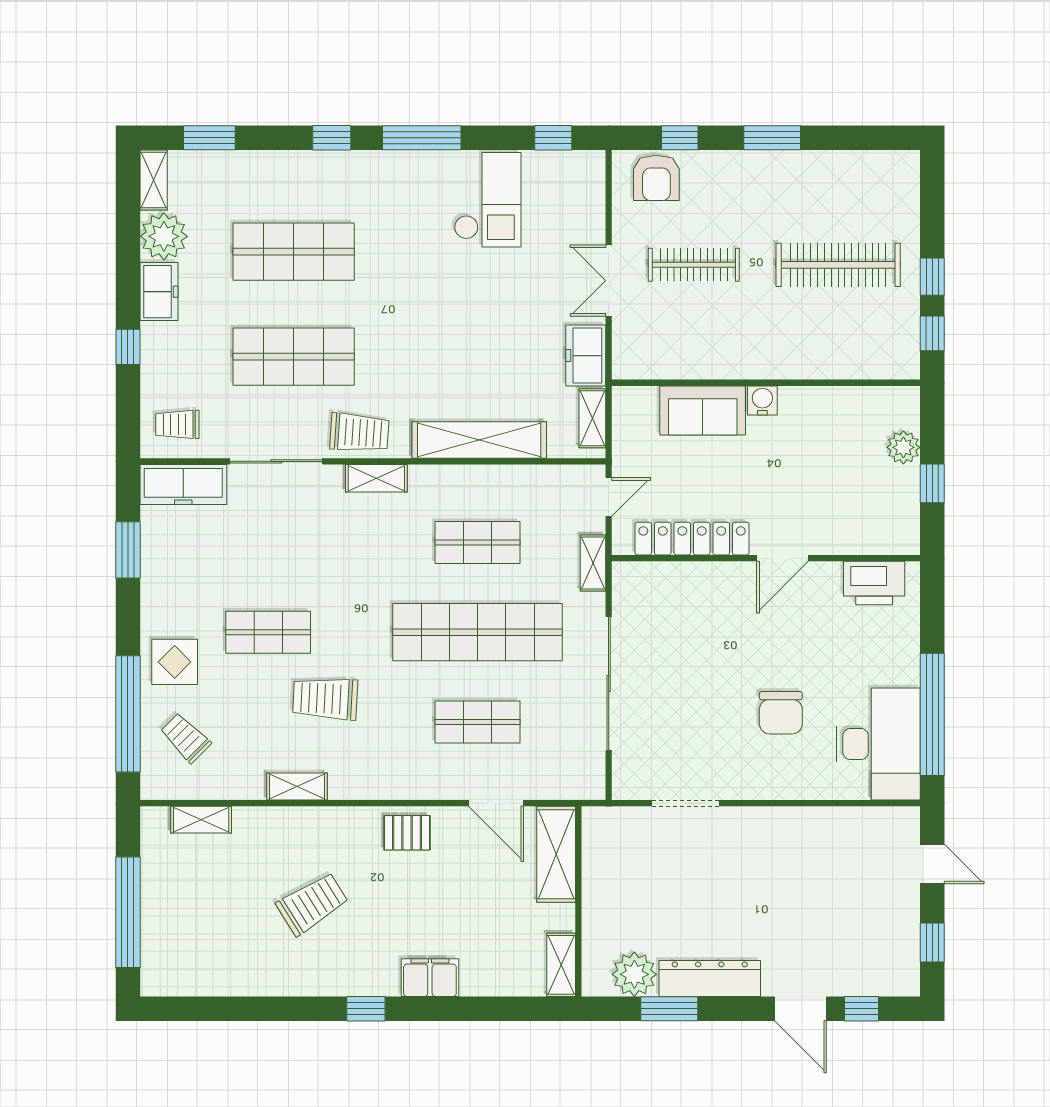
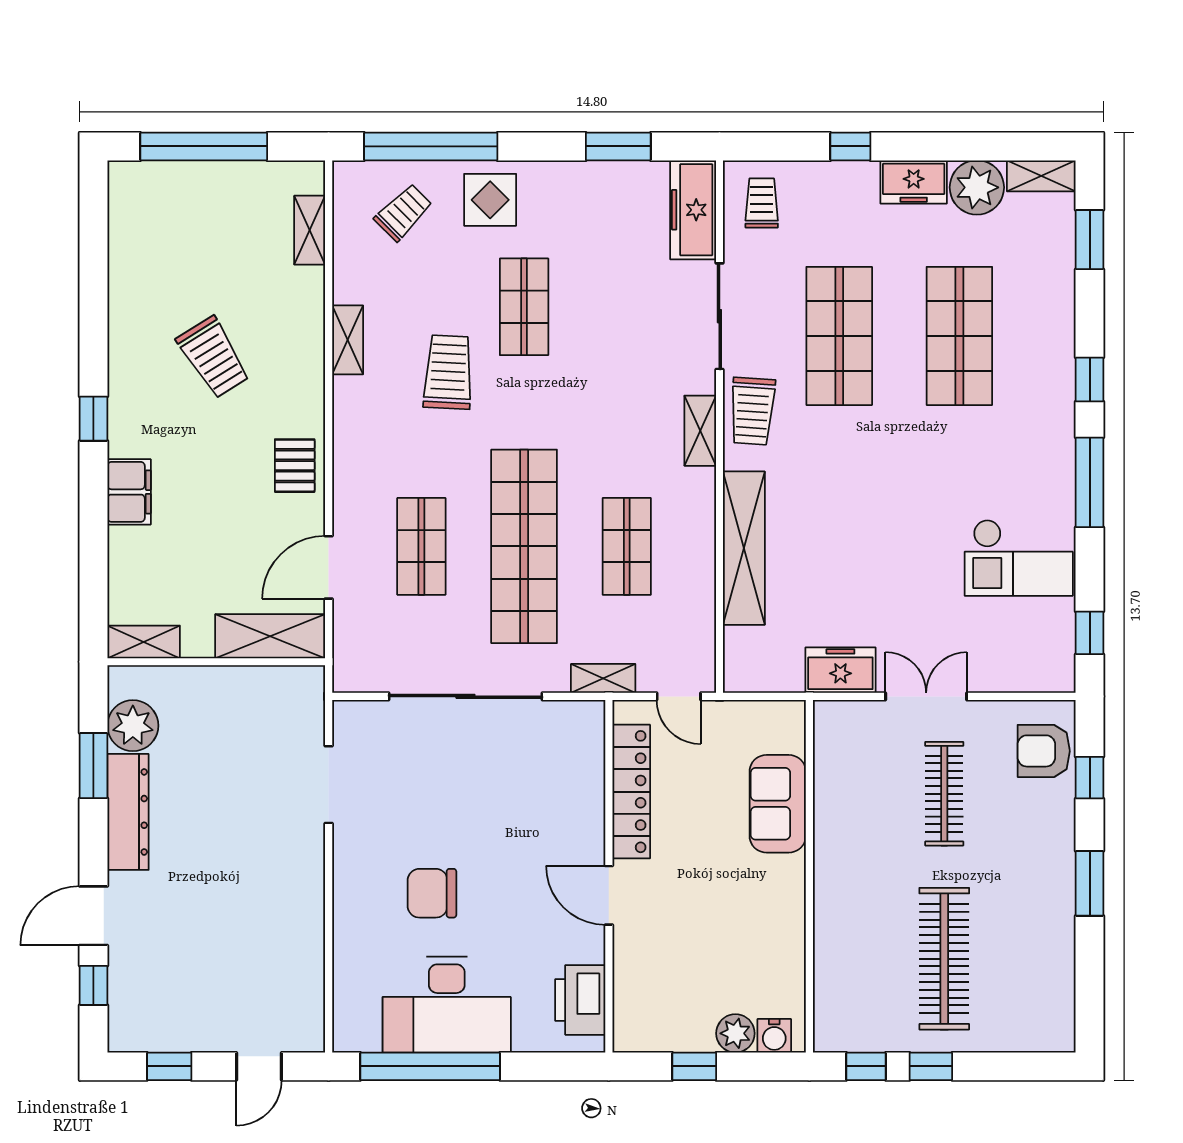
water cooler: (762, 400) -> (774, 1036), moved, turned 90
shelving: (592, 418) -> (769, 678), removed
desk: (878, 744) -> (447, 1005), moved

